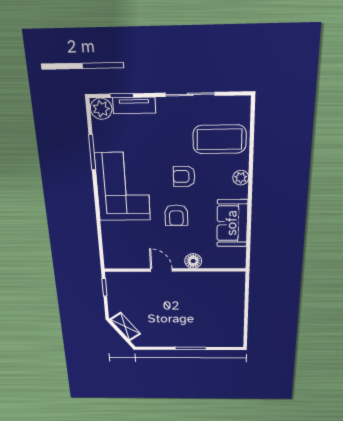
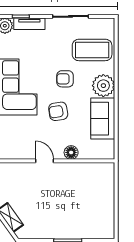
plant: (241, 178) -> (103, 86), width x1.88, depth x1.88
armchair: (176, 215) -> (58, 111), turned 81

